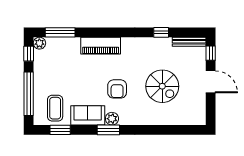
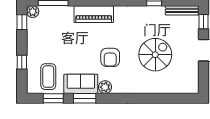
spiral stairs: (162, 86) -> (155, 55), turned -90
window: (29, 94) -> (22, 62), width x0.32
window: (108, 130) -> (85, 98), moved

